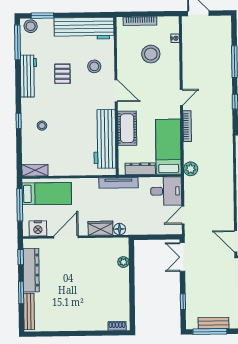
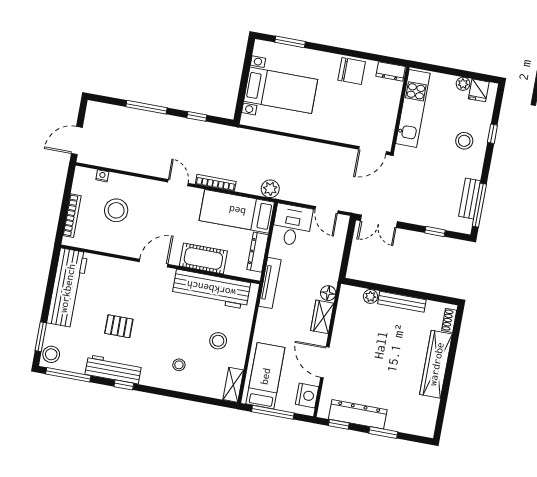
stool: (94, 66) -> (218, 341), moved
window: (19, 121) -> (124, 385), moved
bench: (29, 311) -> (402, 302), moved
wardrobe: (81, 322) -> (436, 364), added

